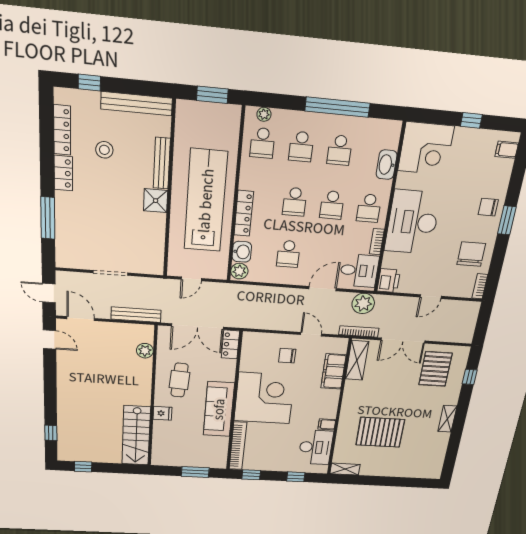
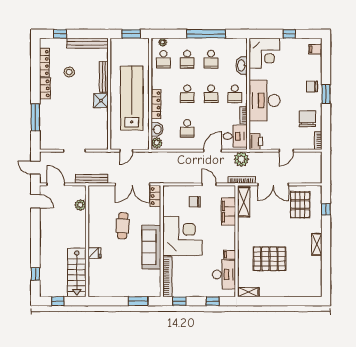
plant: (145, 351) -> (80, 205), moved
wall: (153, 398) -> (87, 241), moved
fridge: (162, 413) -> (94, 253), moved
stairs: (136, 436) -> (77, 273), moved

